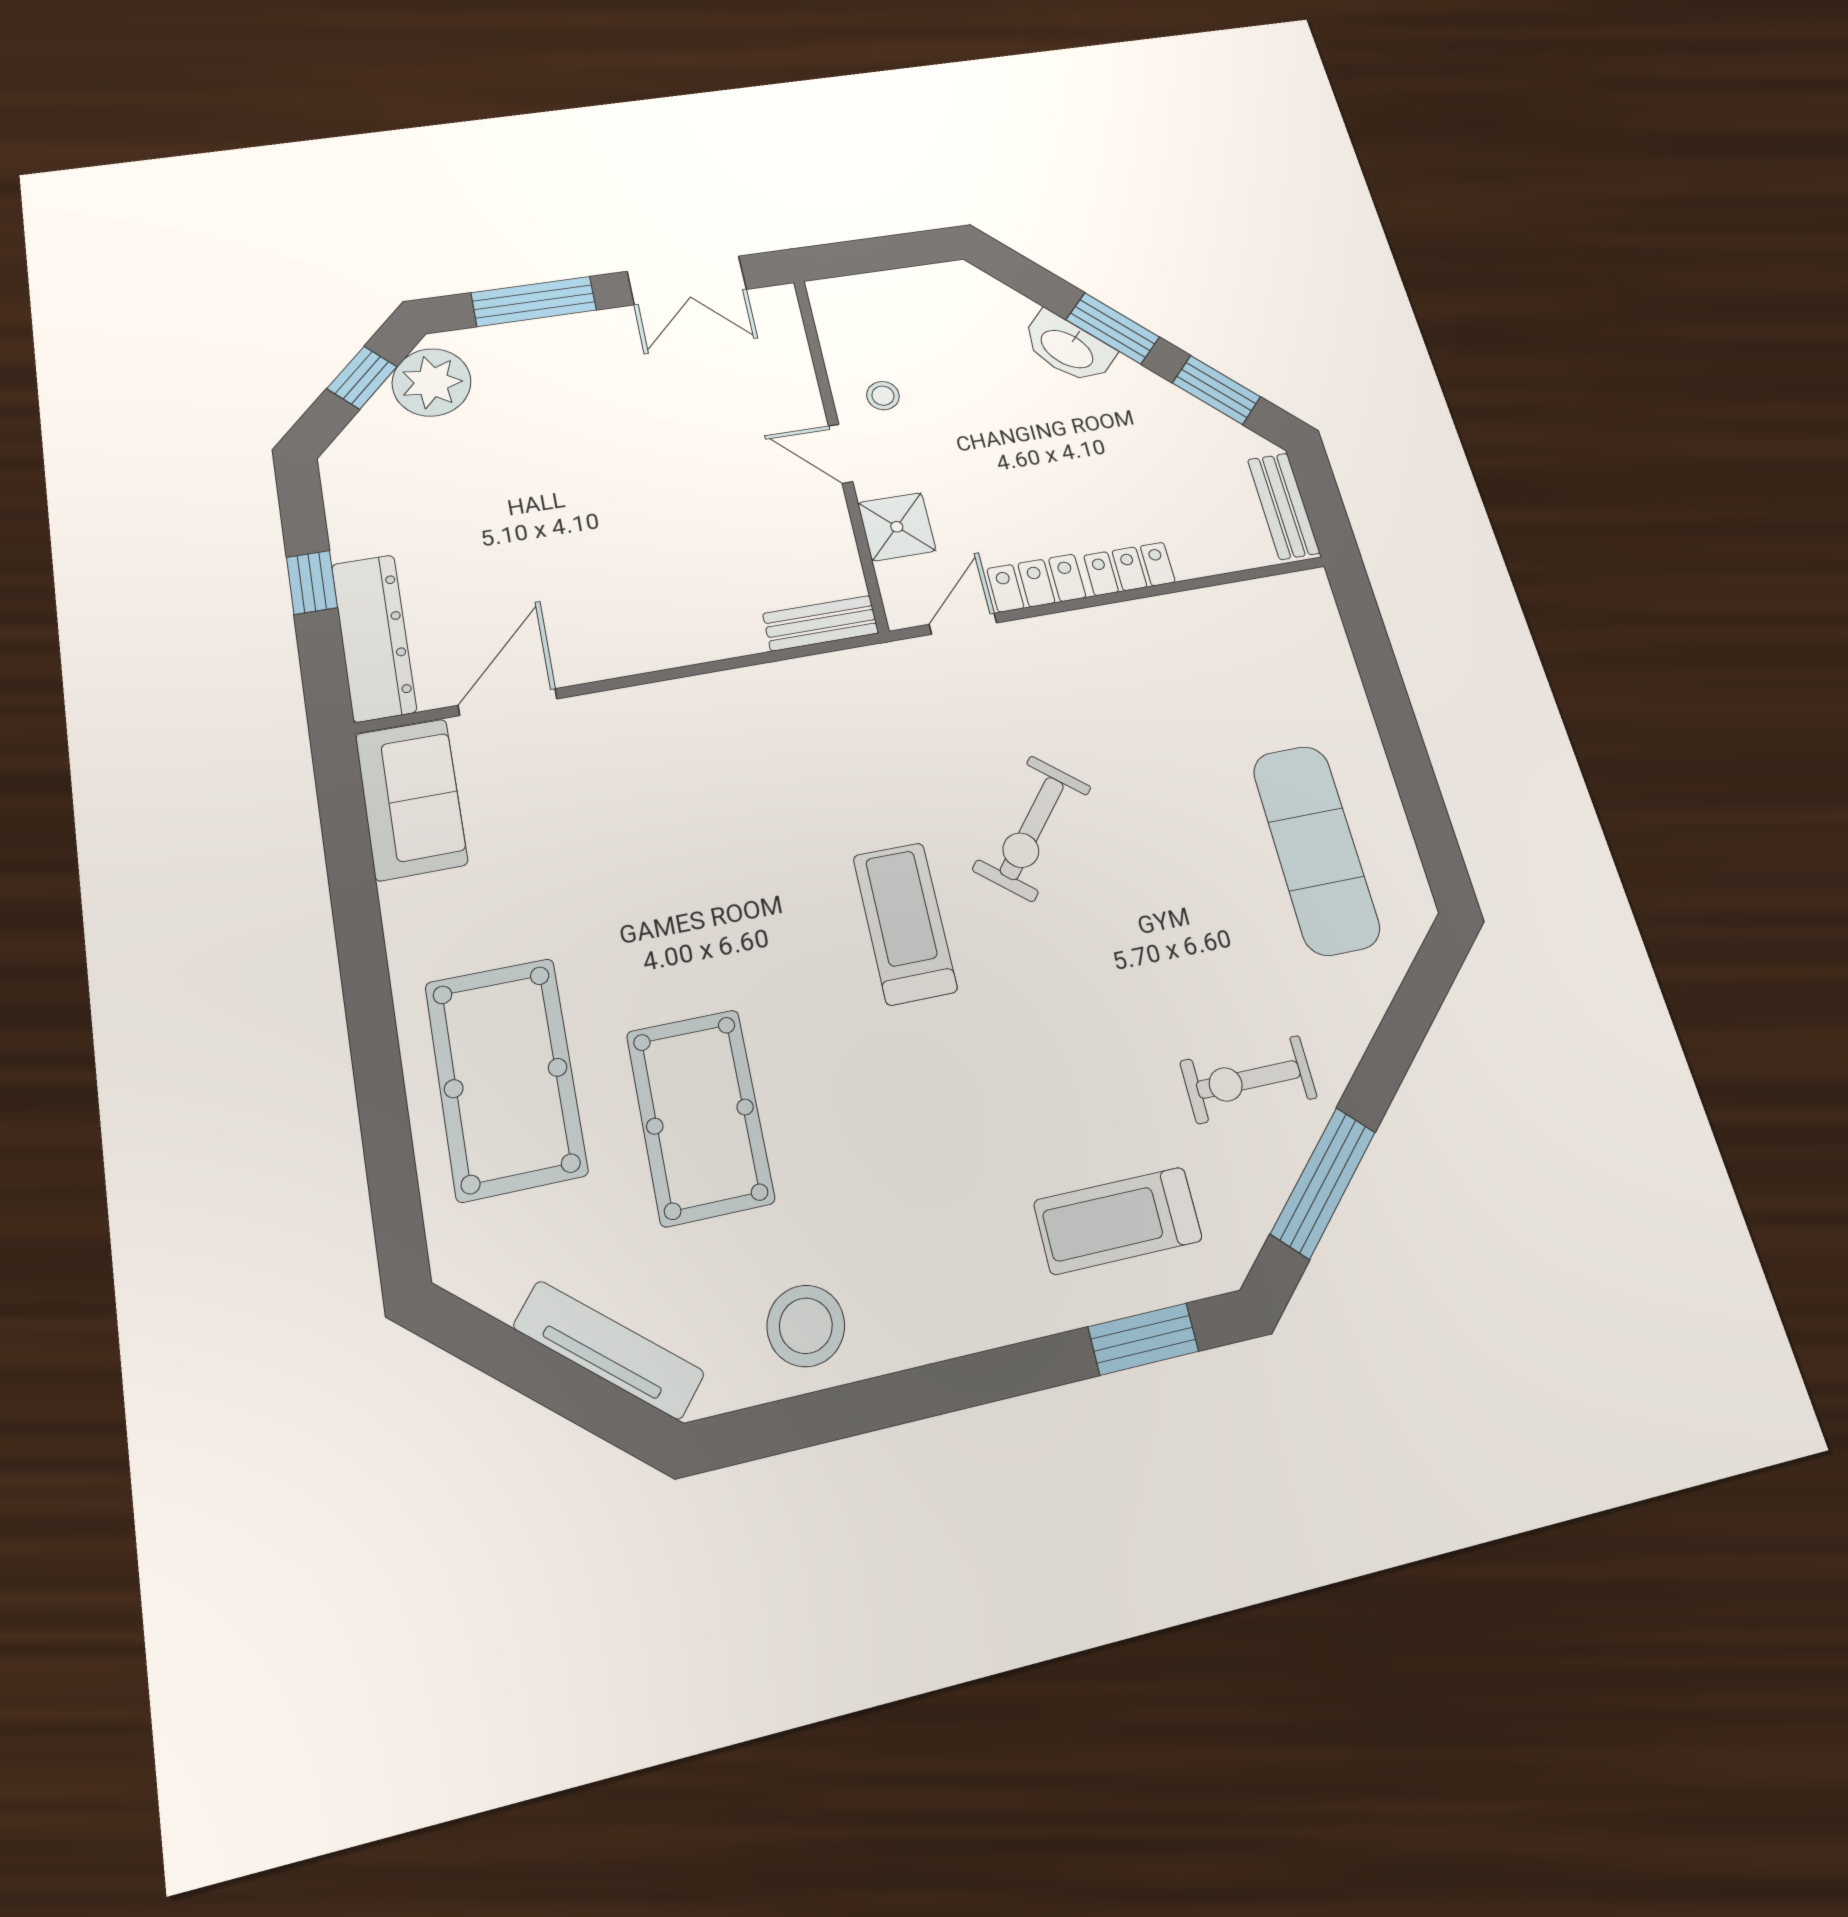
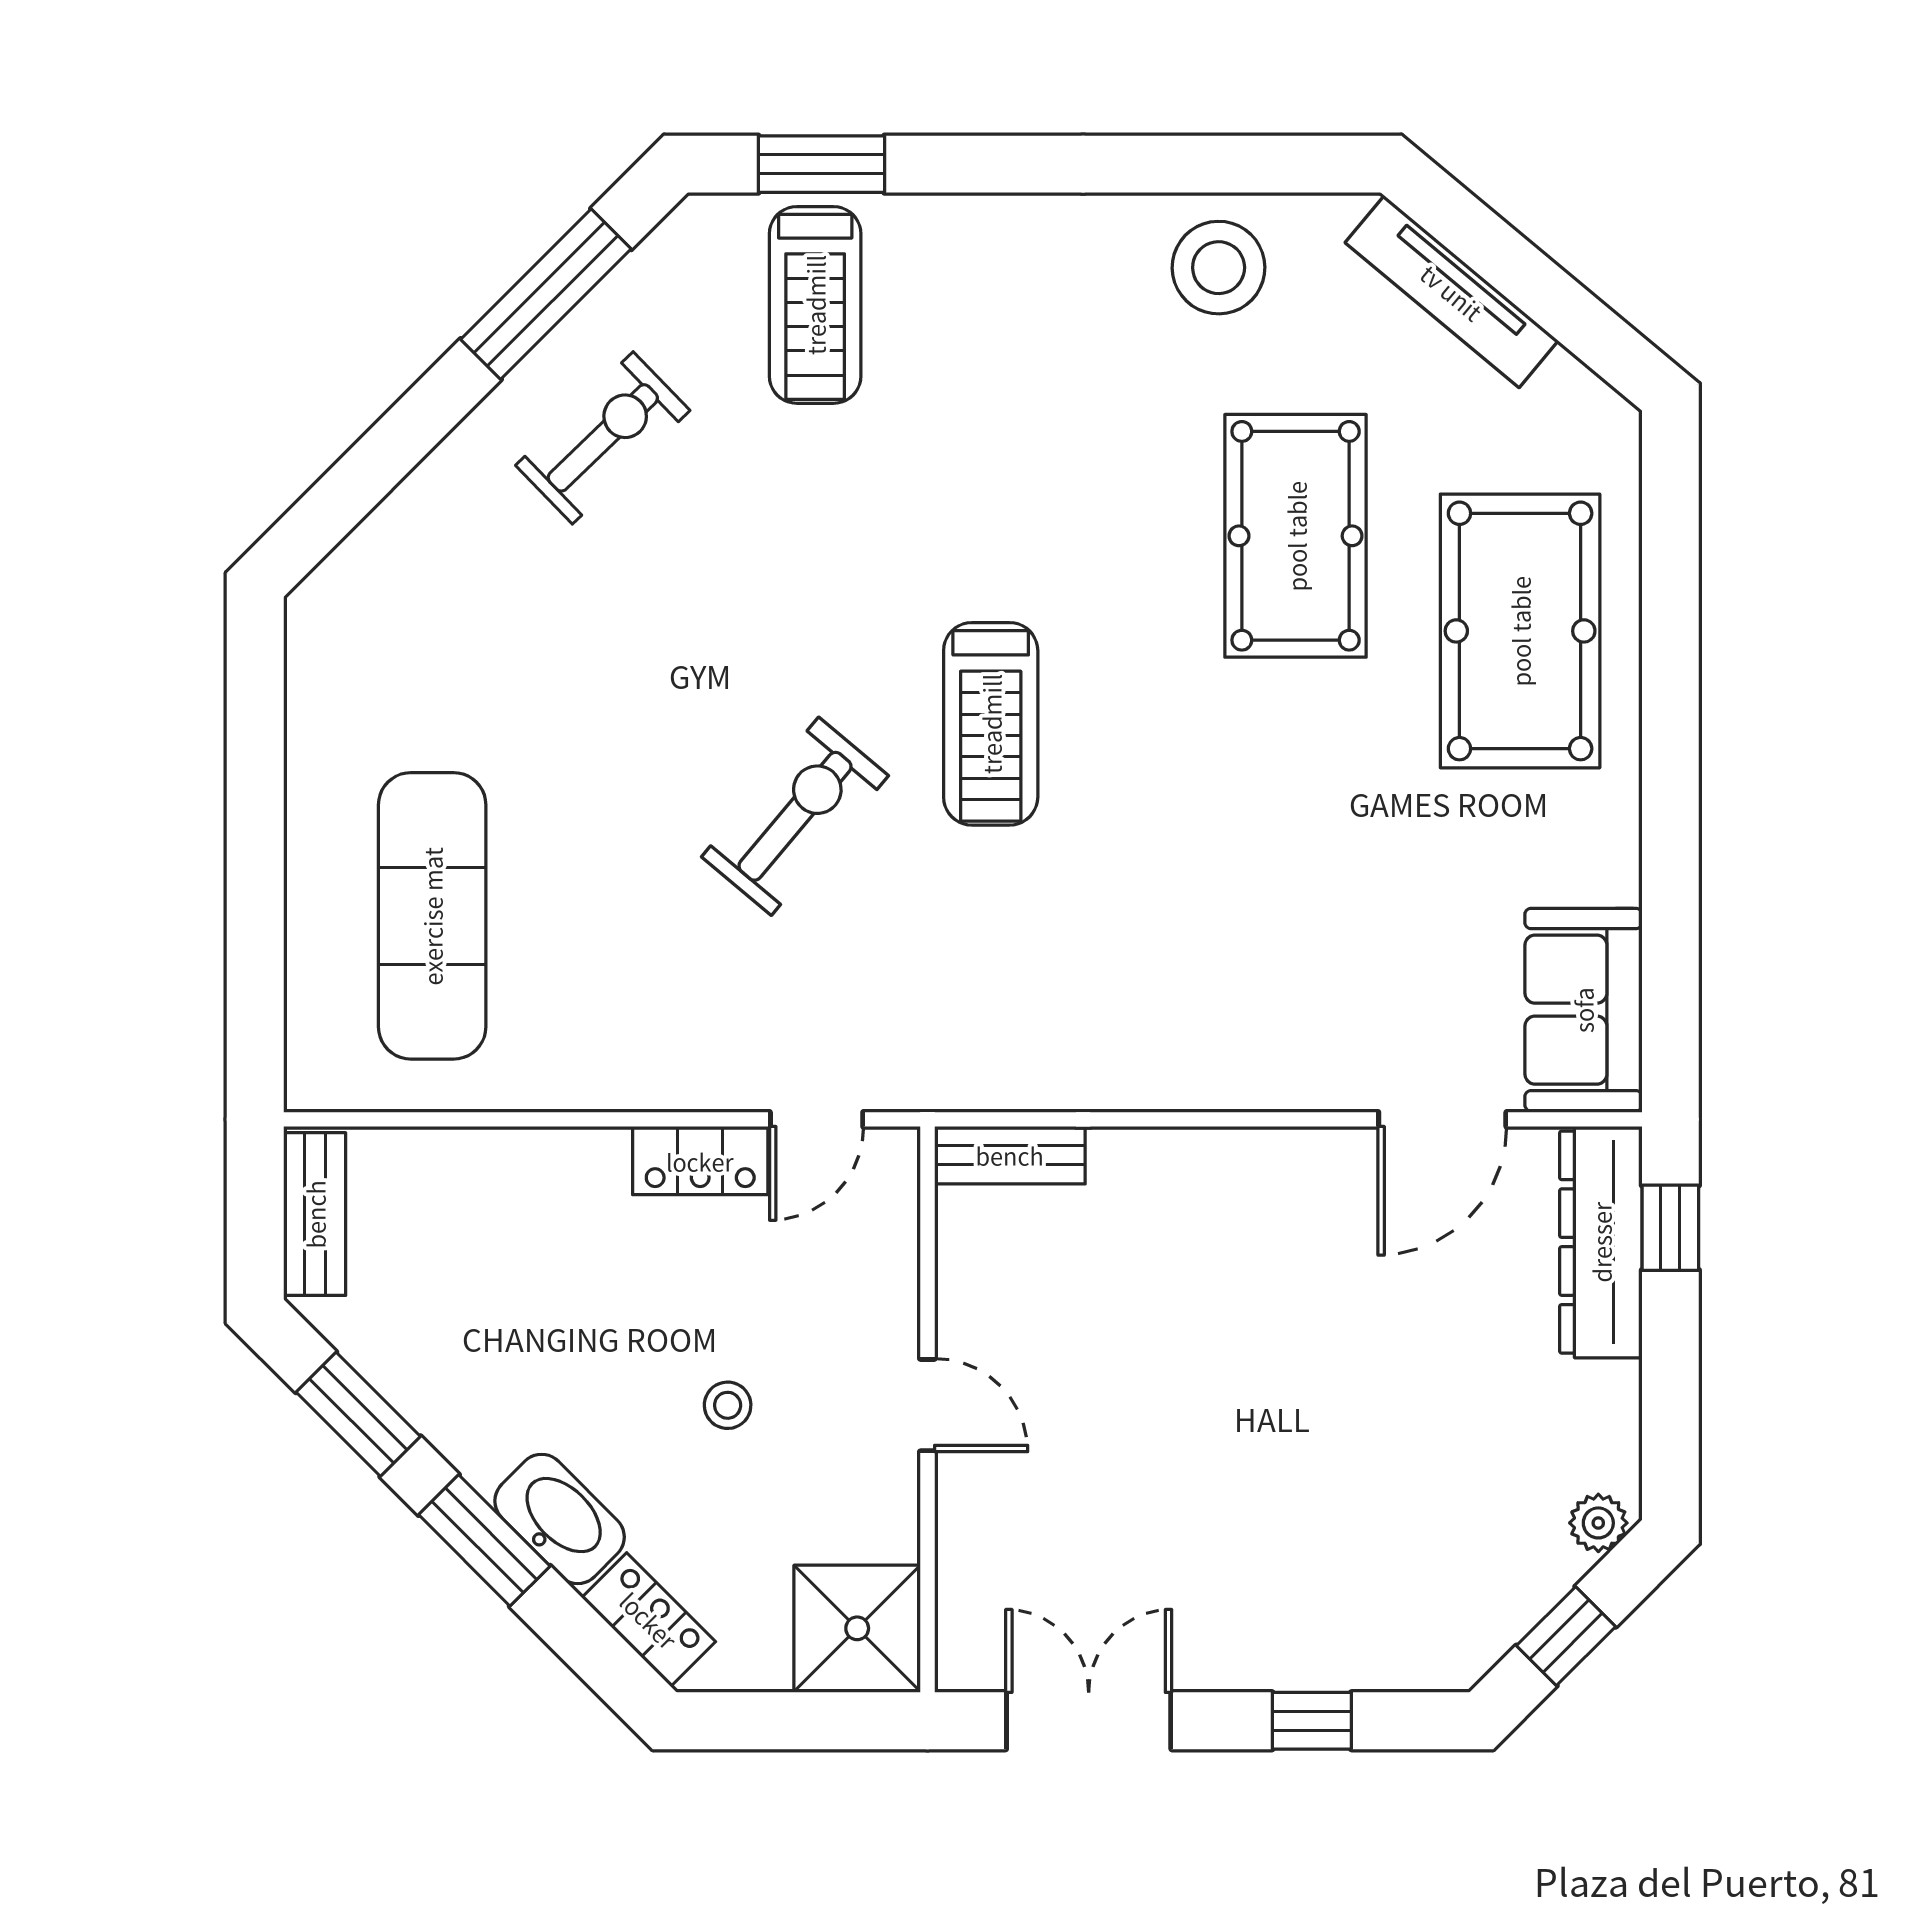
window: (534, 301) -> (1312, 1721), width x0.46
plant: (432, 382) -> (1598, 1523), moved, width x0.53, depth x0.53
stool: (883, 396) -> (728, 1405), moved
shower: (897, 527) -> (857, 1628), moved, width x1.36, depth x1.36
locker: (1129, 569) -> (649, 1620), moved, turned -135
window: (312, 582) -> (1670, 1228), moved
exercise mat: (1316, 849) -> (432, 916), moved
exercise bike: (1248, 1079) -> (603, 438), turned -44
treadmill: (1118, 1221) -> (815, 305), turned 90

